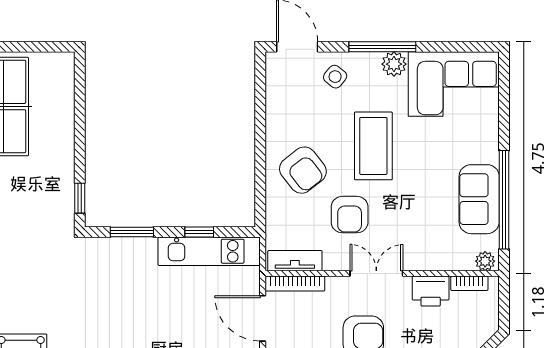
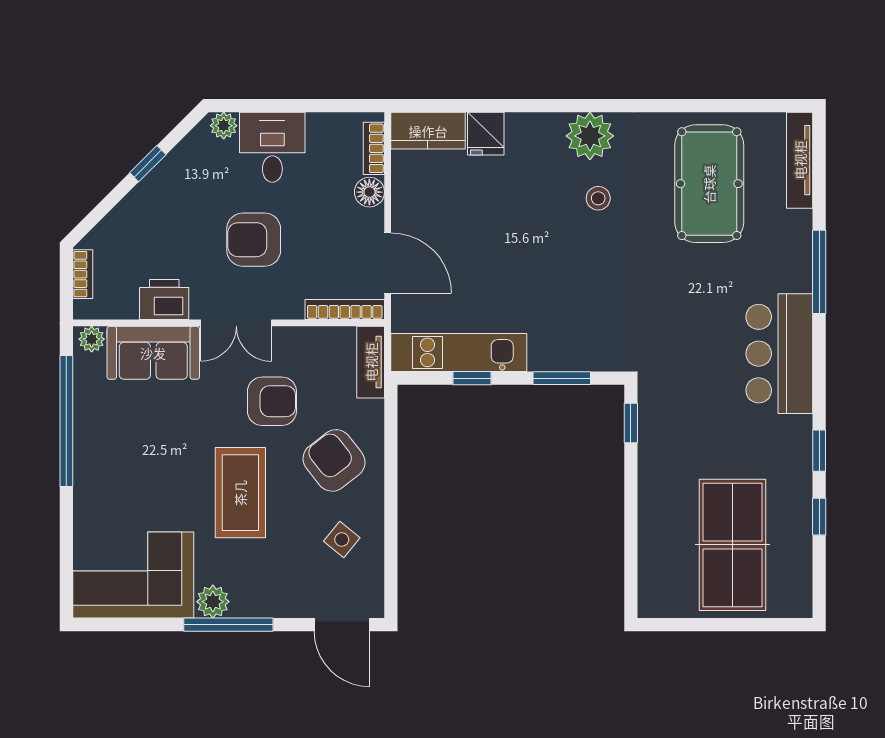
side table: (335, 77) -> (342, 540), moved
sofa: (479, 199) -> (153, 353), moved, turned 90
armchair: (350, 215) -> (272, 401), turned 90
tv unit: (295, 261) -> (371, 362), moved, turned 90
bookcase: (469, 283) -> (83, 274), moved, turned 90

